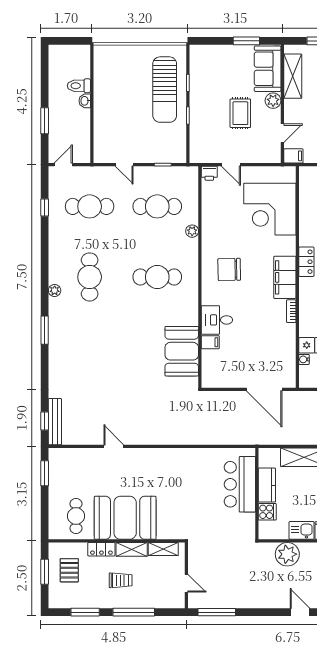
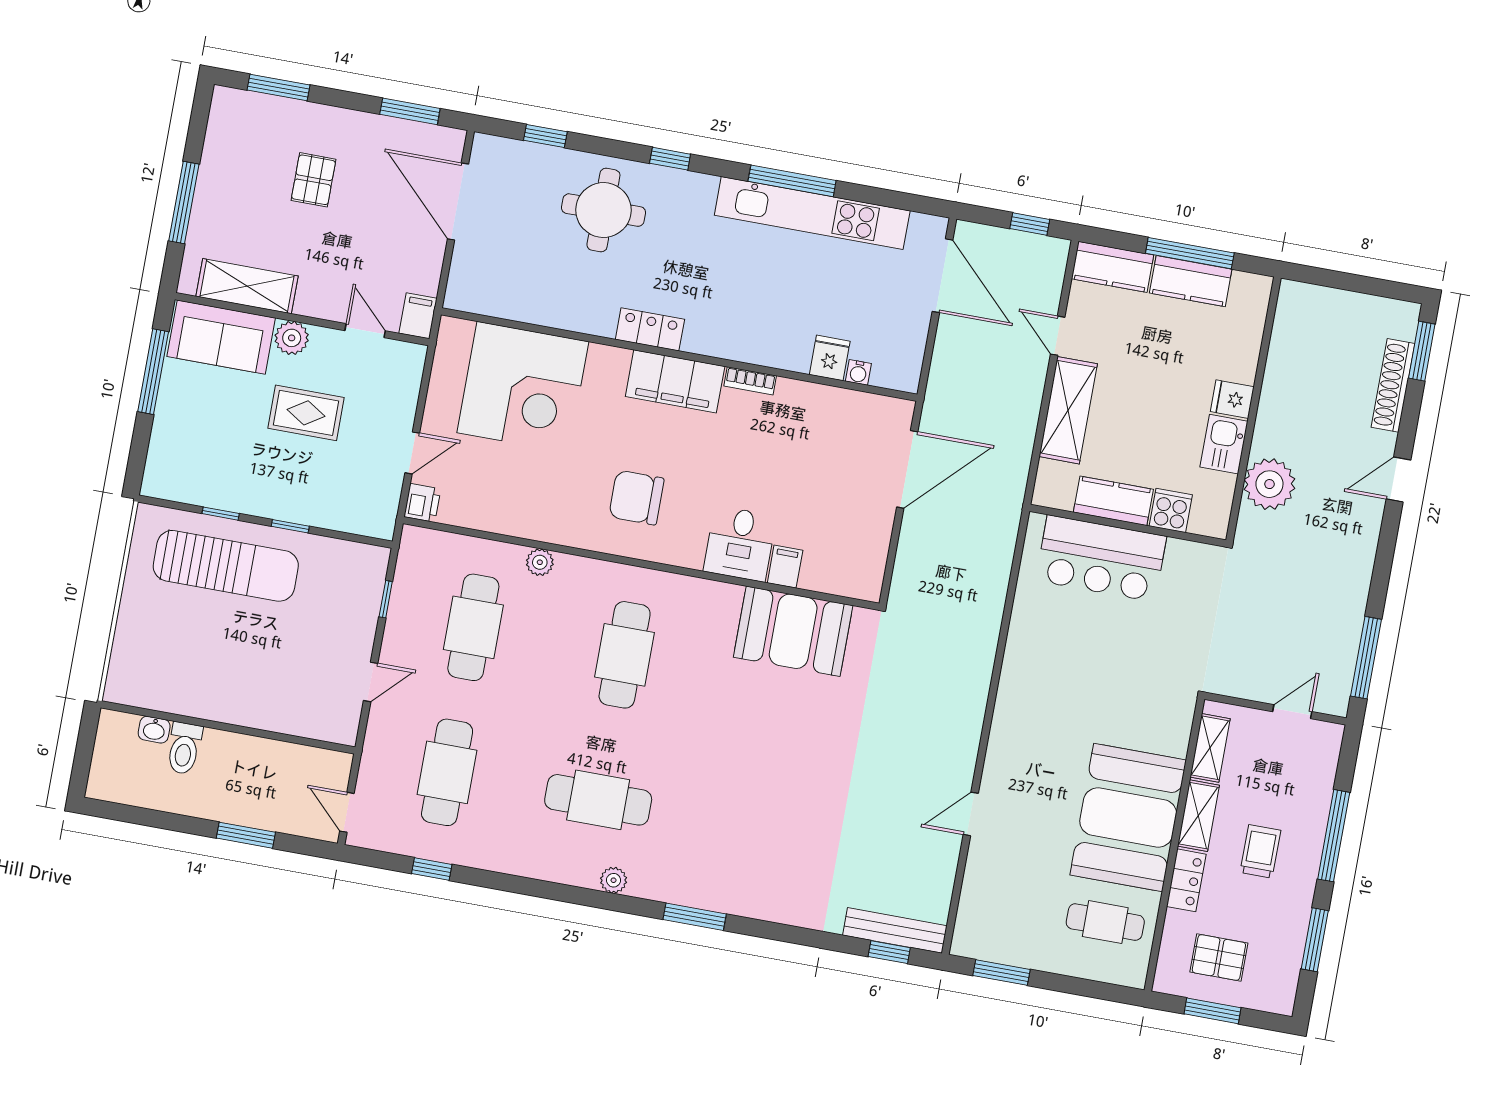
window: (246, 41) -> (153, 372), width x1.44
washbasin: (85, 101) -> (154, 730), moved
chair: (229, 269) -> (636, 498), turned 91

